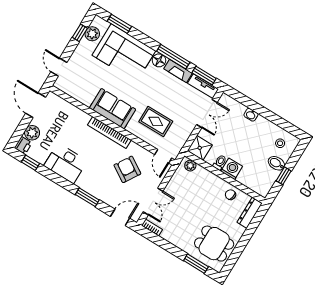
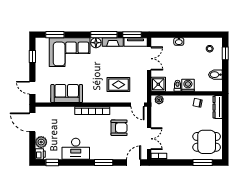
plant: (92, 34) -> (41, 52), removed
sofa: (113, 109) -> (67, 93), moved
bidet: (276, 163) -> (215, 75), moved
armchair: (127, 169) -> (119, 128), turned 148
window: (284, 176) -> (225, 53), moved

